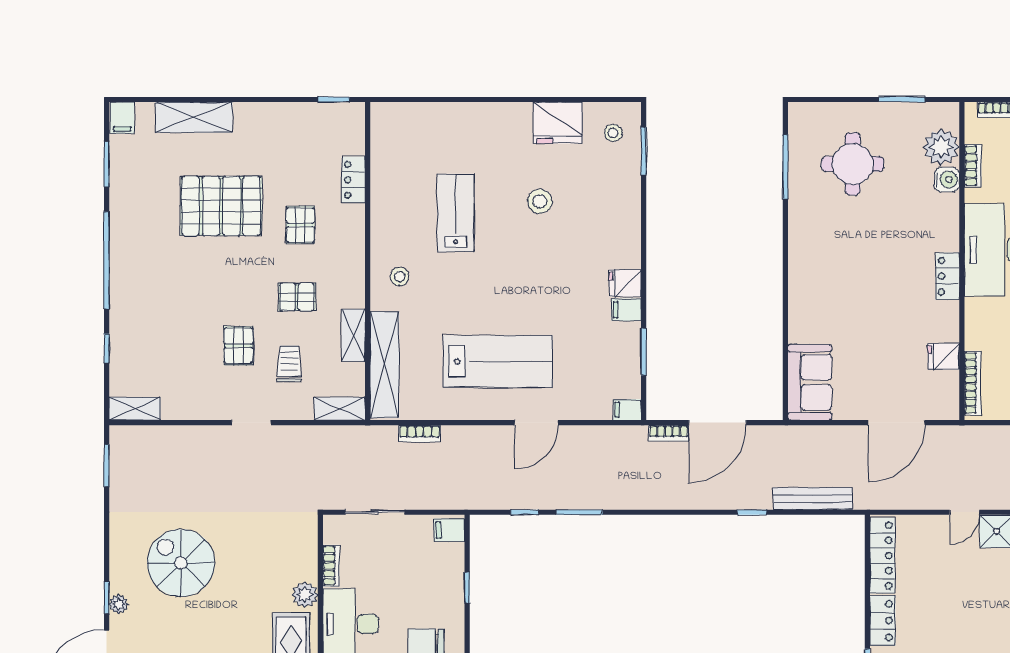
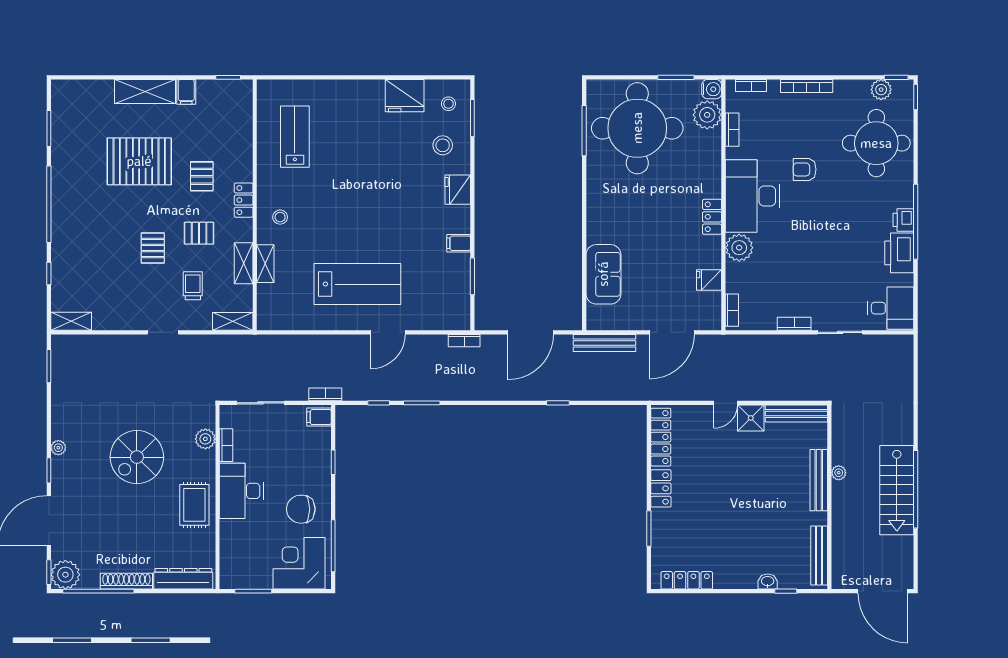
shelving: (194, 117) -> (145, 91), moved
filing cabinet: (122, 118) -> (186, 92), moved
round table: (853, 164) -> (637, 128), width x1.86, depth x1.86
locker: (353, 180) -> (244, 200), moved
water cooler: (947, 180) -> (712, 89), moved
stool: (540, 201) -> (443, 145), moved
lab bench: (456, 213) -> (295, 137), moved
fridge: (625, 283) -> (458, 190), moved, width x1.38
plant: (982, 315) -> (739, 248), added
pallet: (238, 346) -> (153, 248), moved
shelving: (385, 365) -> (265, 264), width x0.45, depth x0.75
sofa: (810, 382) -> (603, 274), moved
bookcase: (973, 383) -> (732, 310), width x0.64
filing cabinet: (627, 410) -> (459, 322), removed
bookcase: (669, 433) -> (464, 341), moved
bookcase: (420, 434) -> (325, 394), moved, turned 180
bench: (813, 499) -> (604, 343), moved
spiral stairs: (181, 563) -> (137, 457), moved, turned -90
plant: (305, 595) -> (205, 439), moved
plant: (119, 604) -> (58, 448), moved

